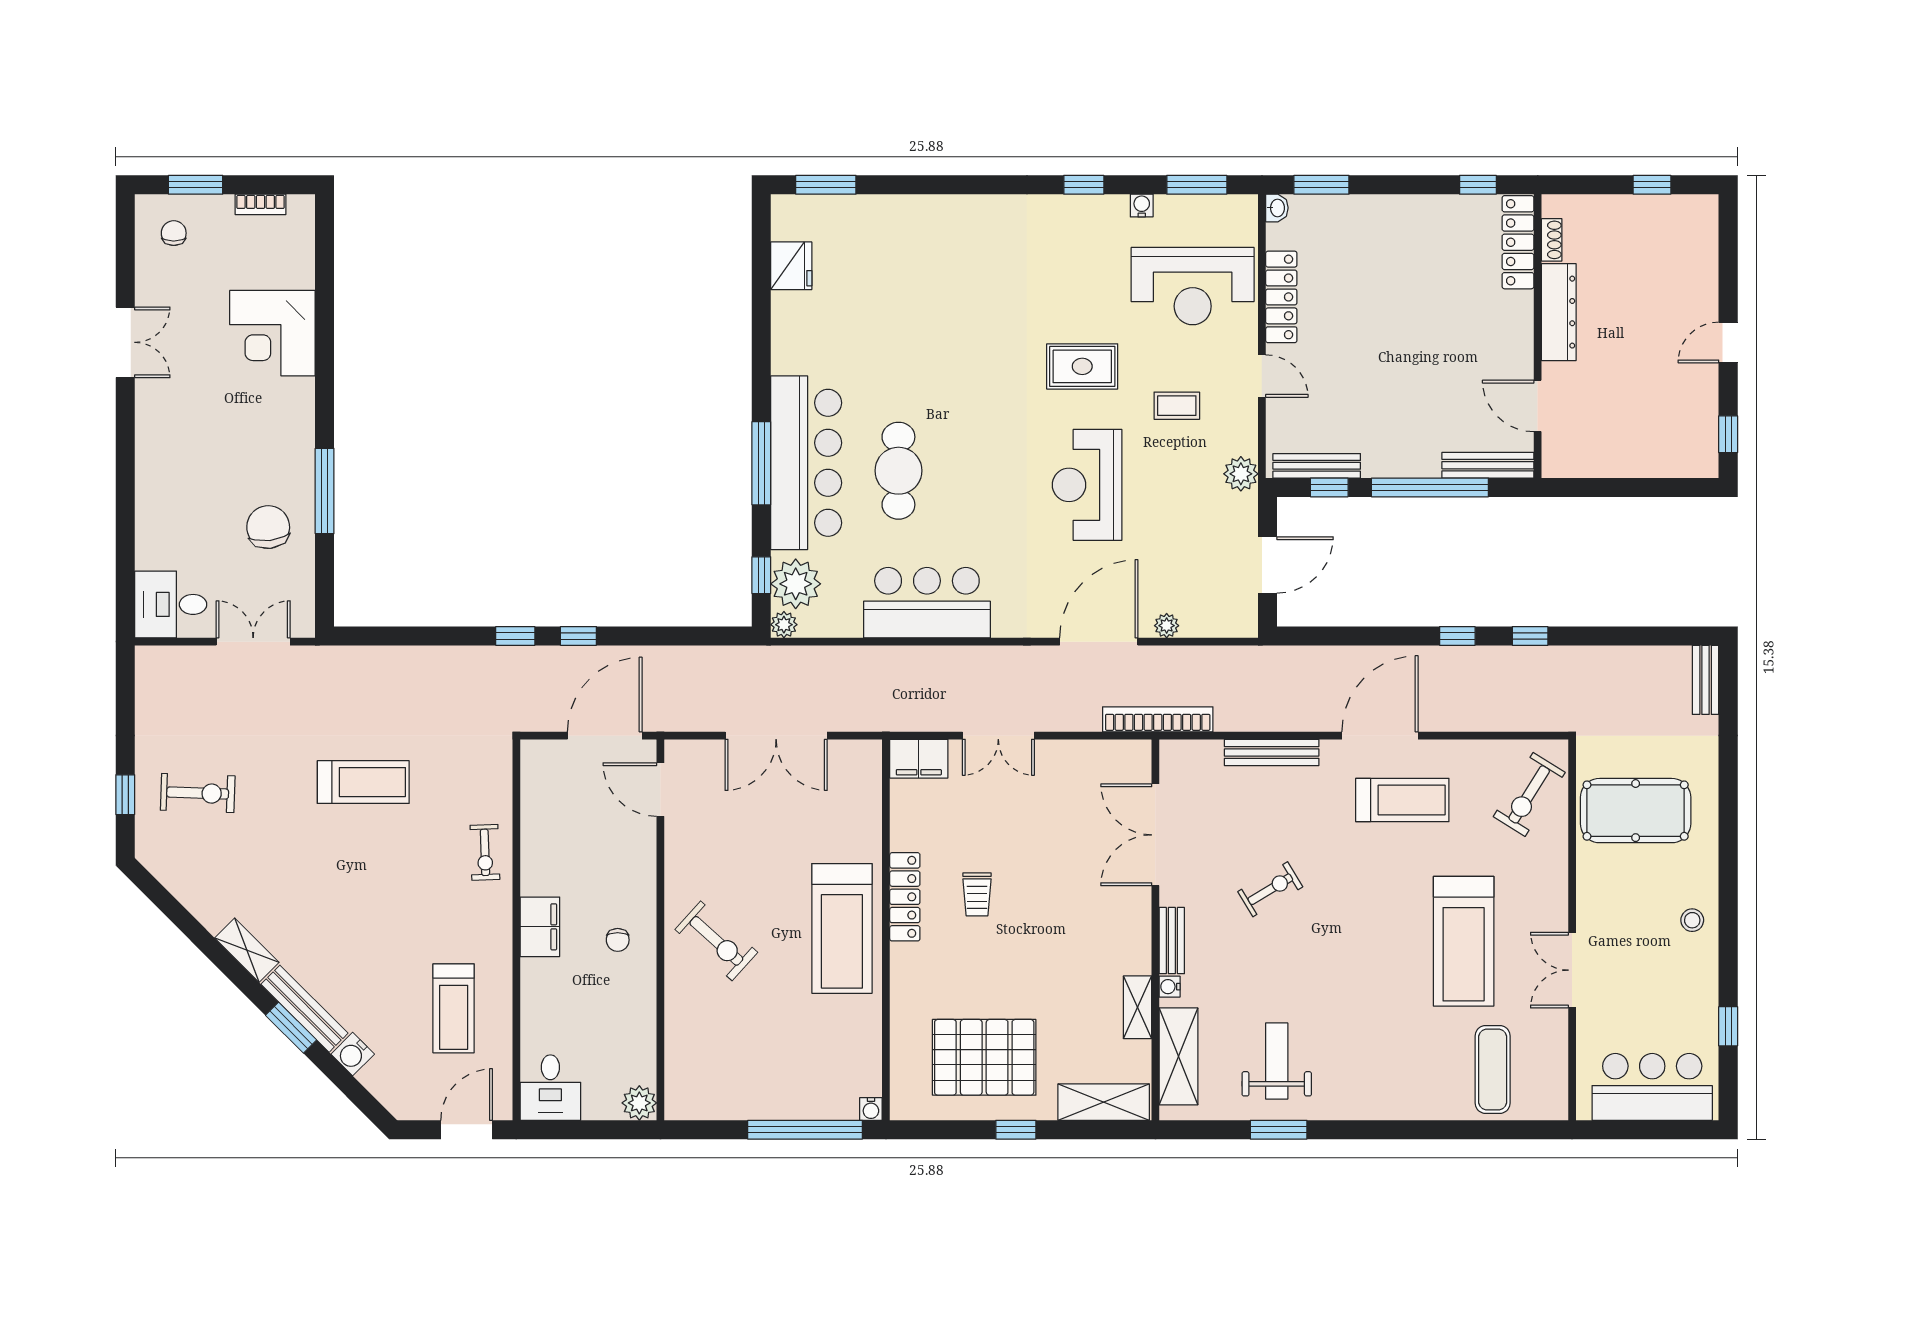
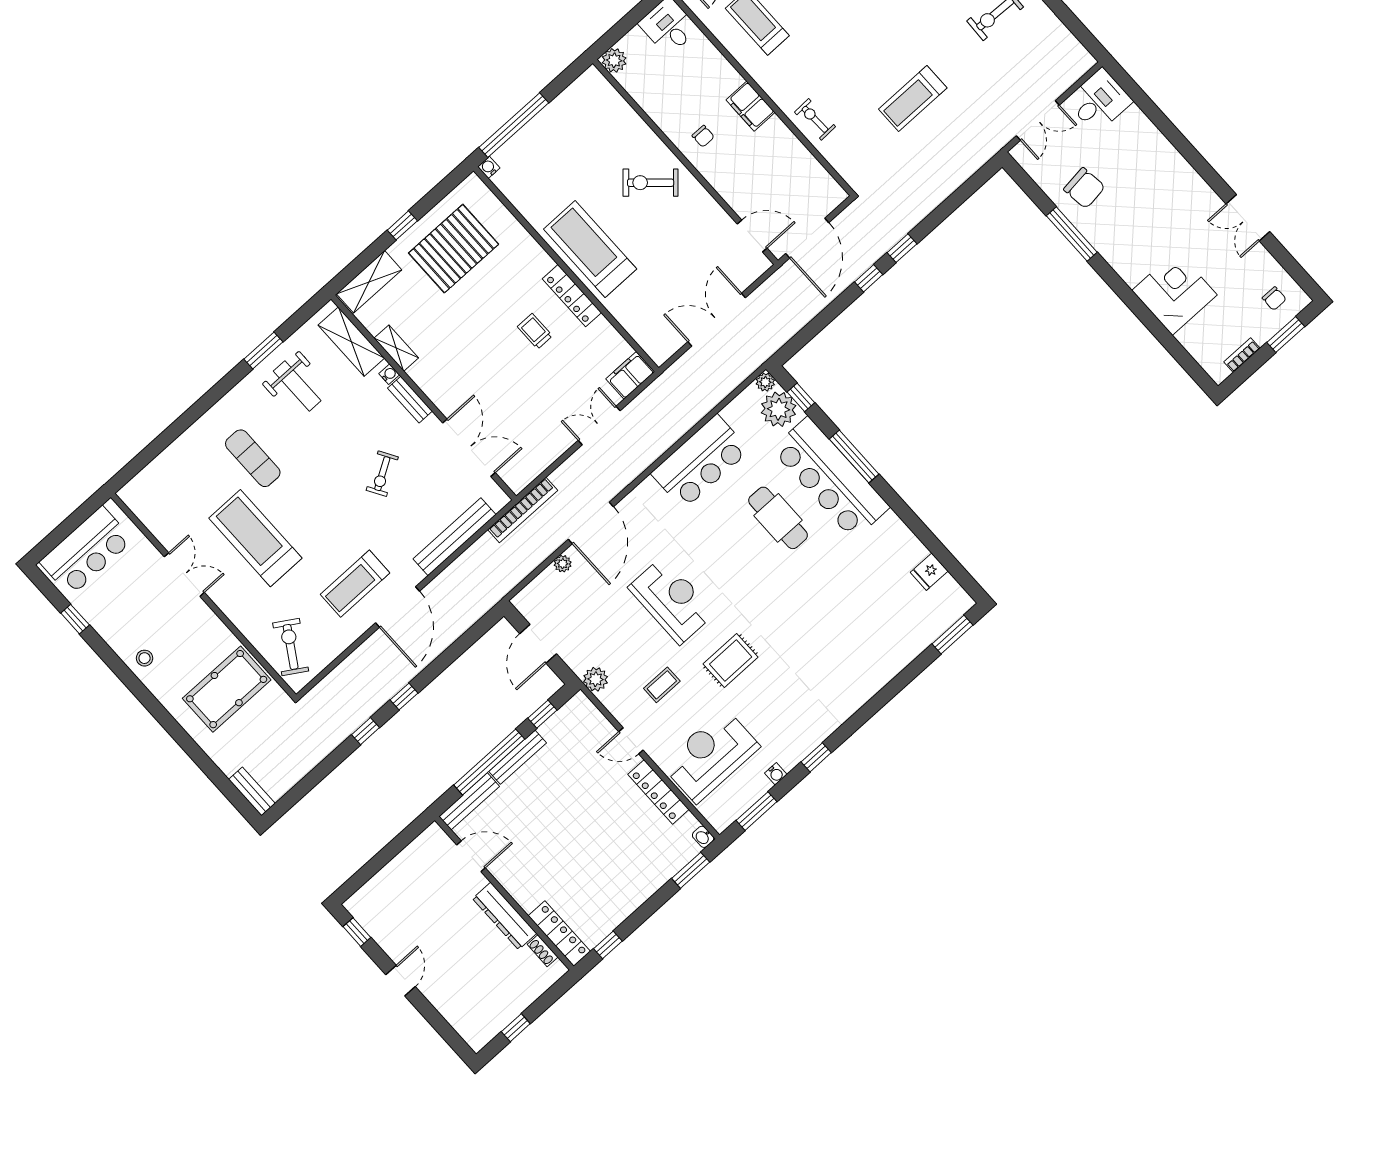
fridge: (791, 266) -> (929, 572), width x0.72
bench: (1317, 466) -> (518, 757), moved
bench: (1272, 753) -> (454, 537), width x1.37, depth x1.21
chair: (618, 940) -> (703, 136), turned 180
exercise mat: (1493, 1069) -> (253, 458), moved

